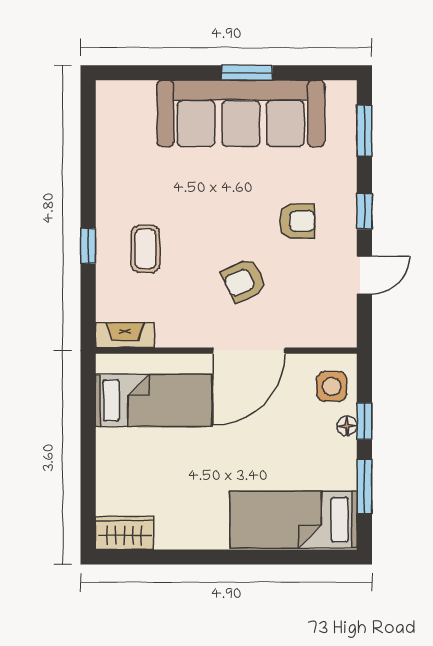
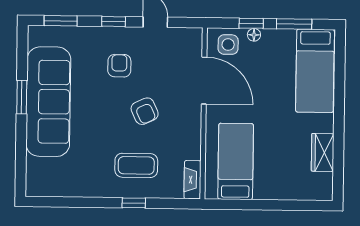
coffee table: (145, 249) -> (136, 165), width x1.36, depth x1.30
armchair: (244, 280) -> (145, 111), moved
door: (249, 351) -> (204, 81), moved
wardrobe: (124, 533) -> (323, 152), moved

